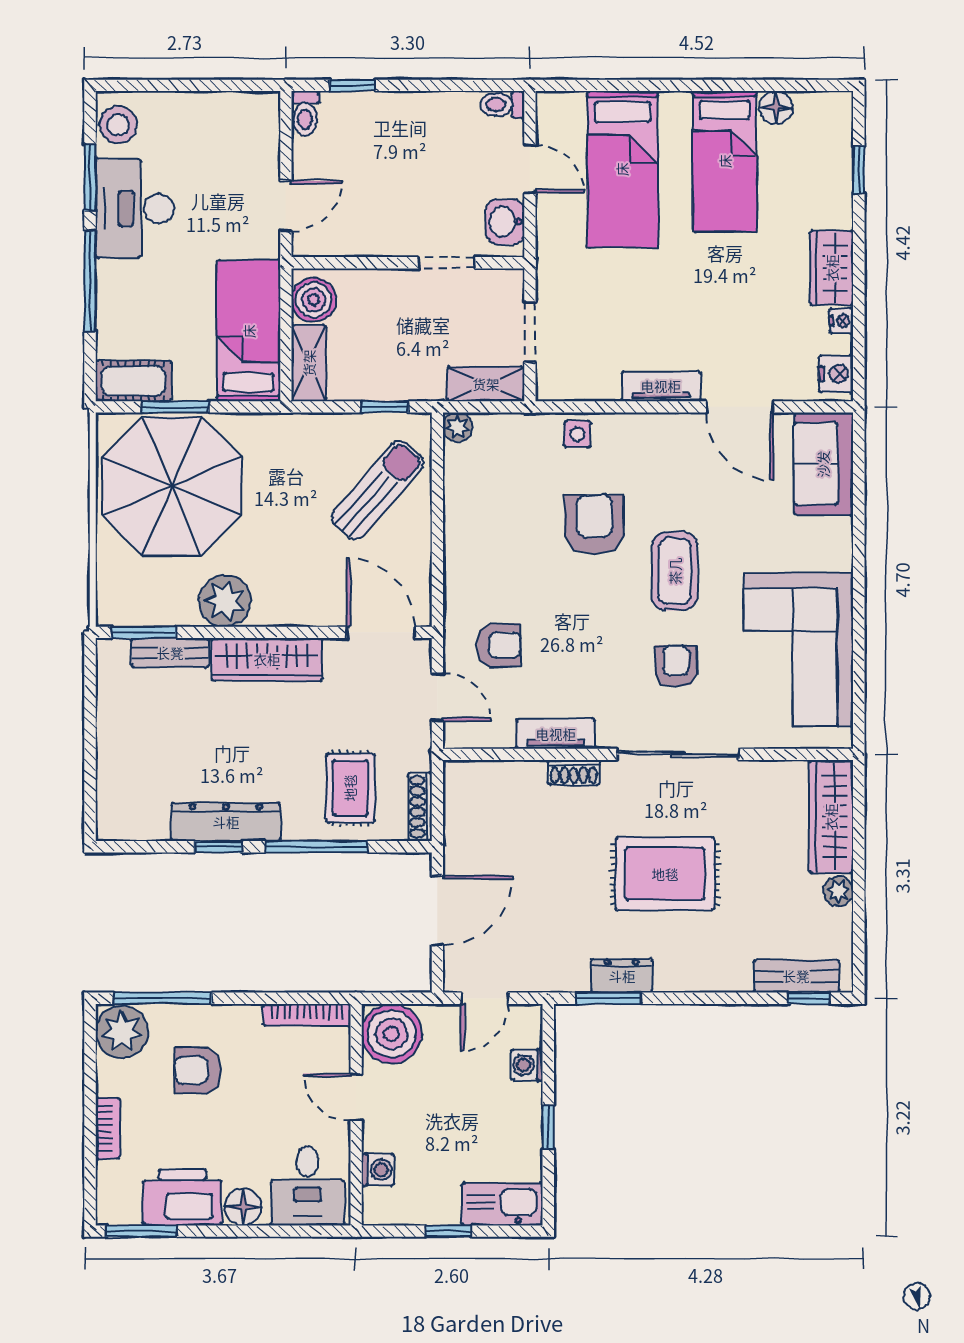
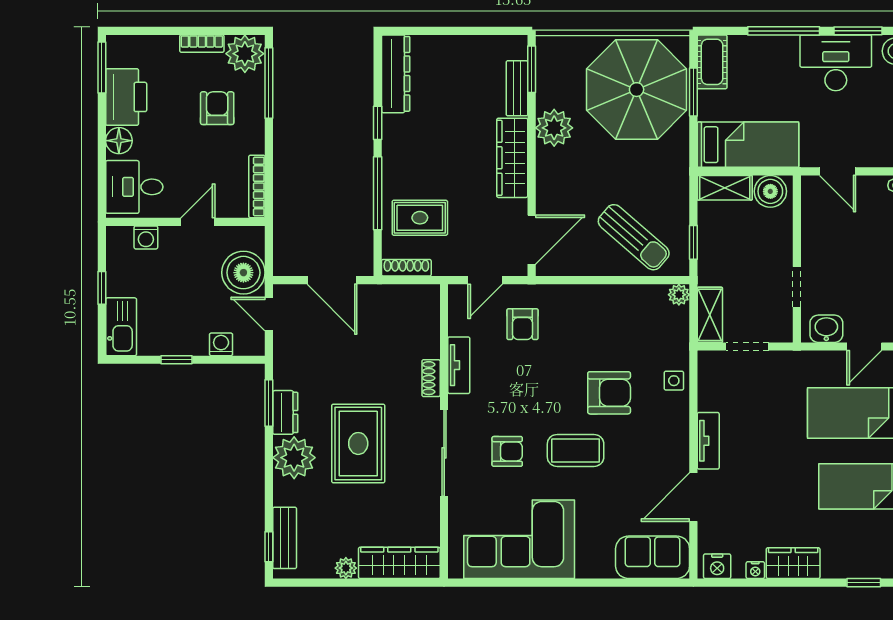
dresser: (226, 822) -> (396, 74), moved
plant: (685, 963) -> (294, 458), added
boiler: (392, 1034) -> (243, 273), moved
bookcase: (108, 1128) -> (202, 44), moved

